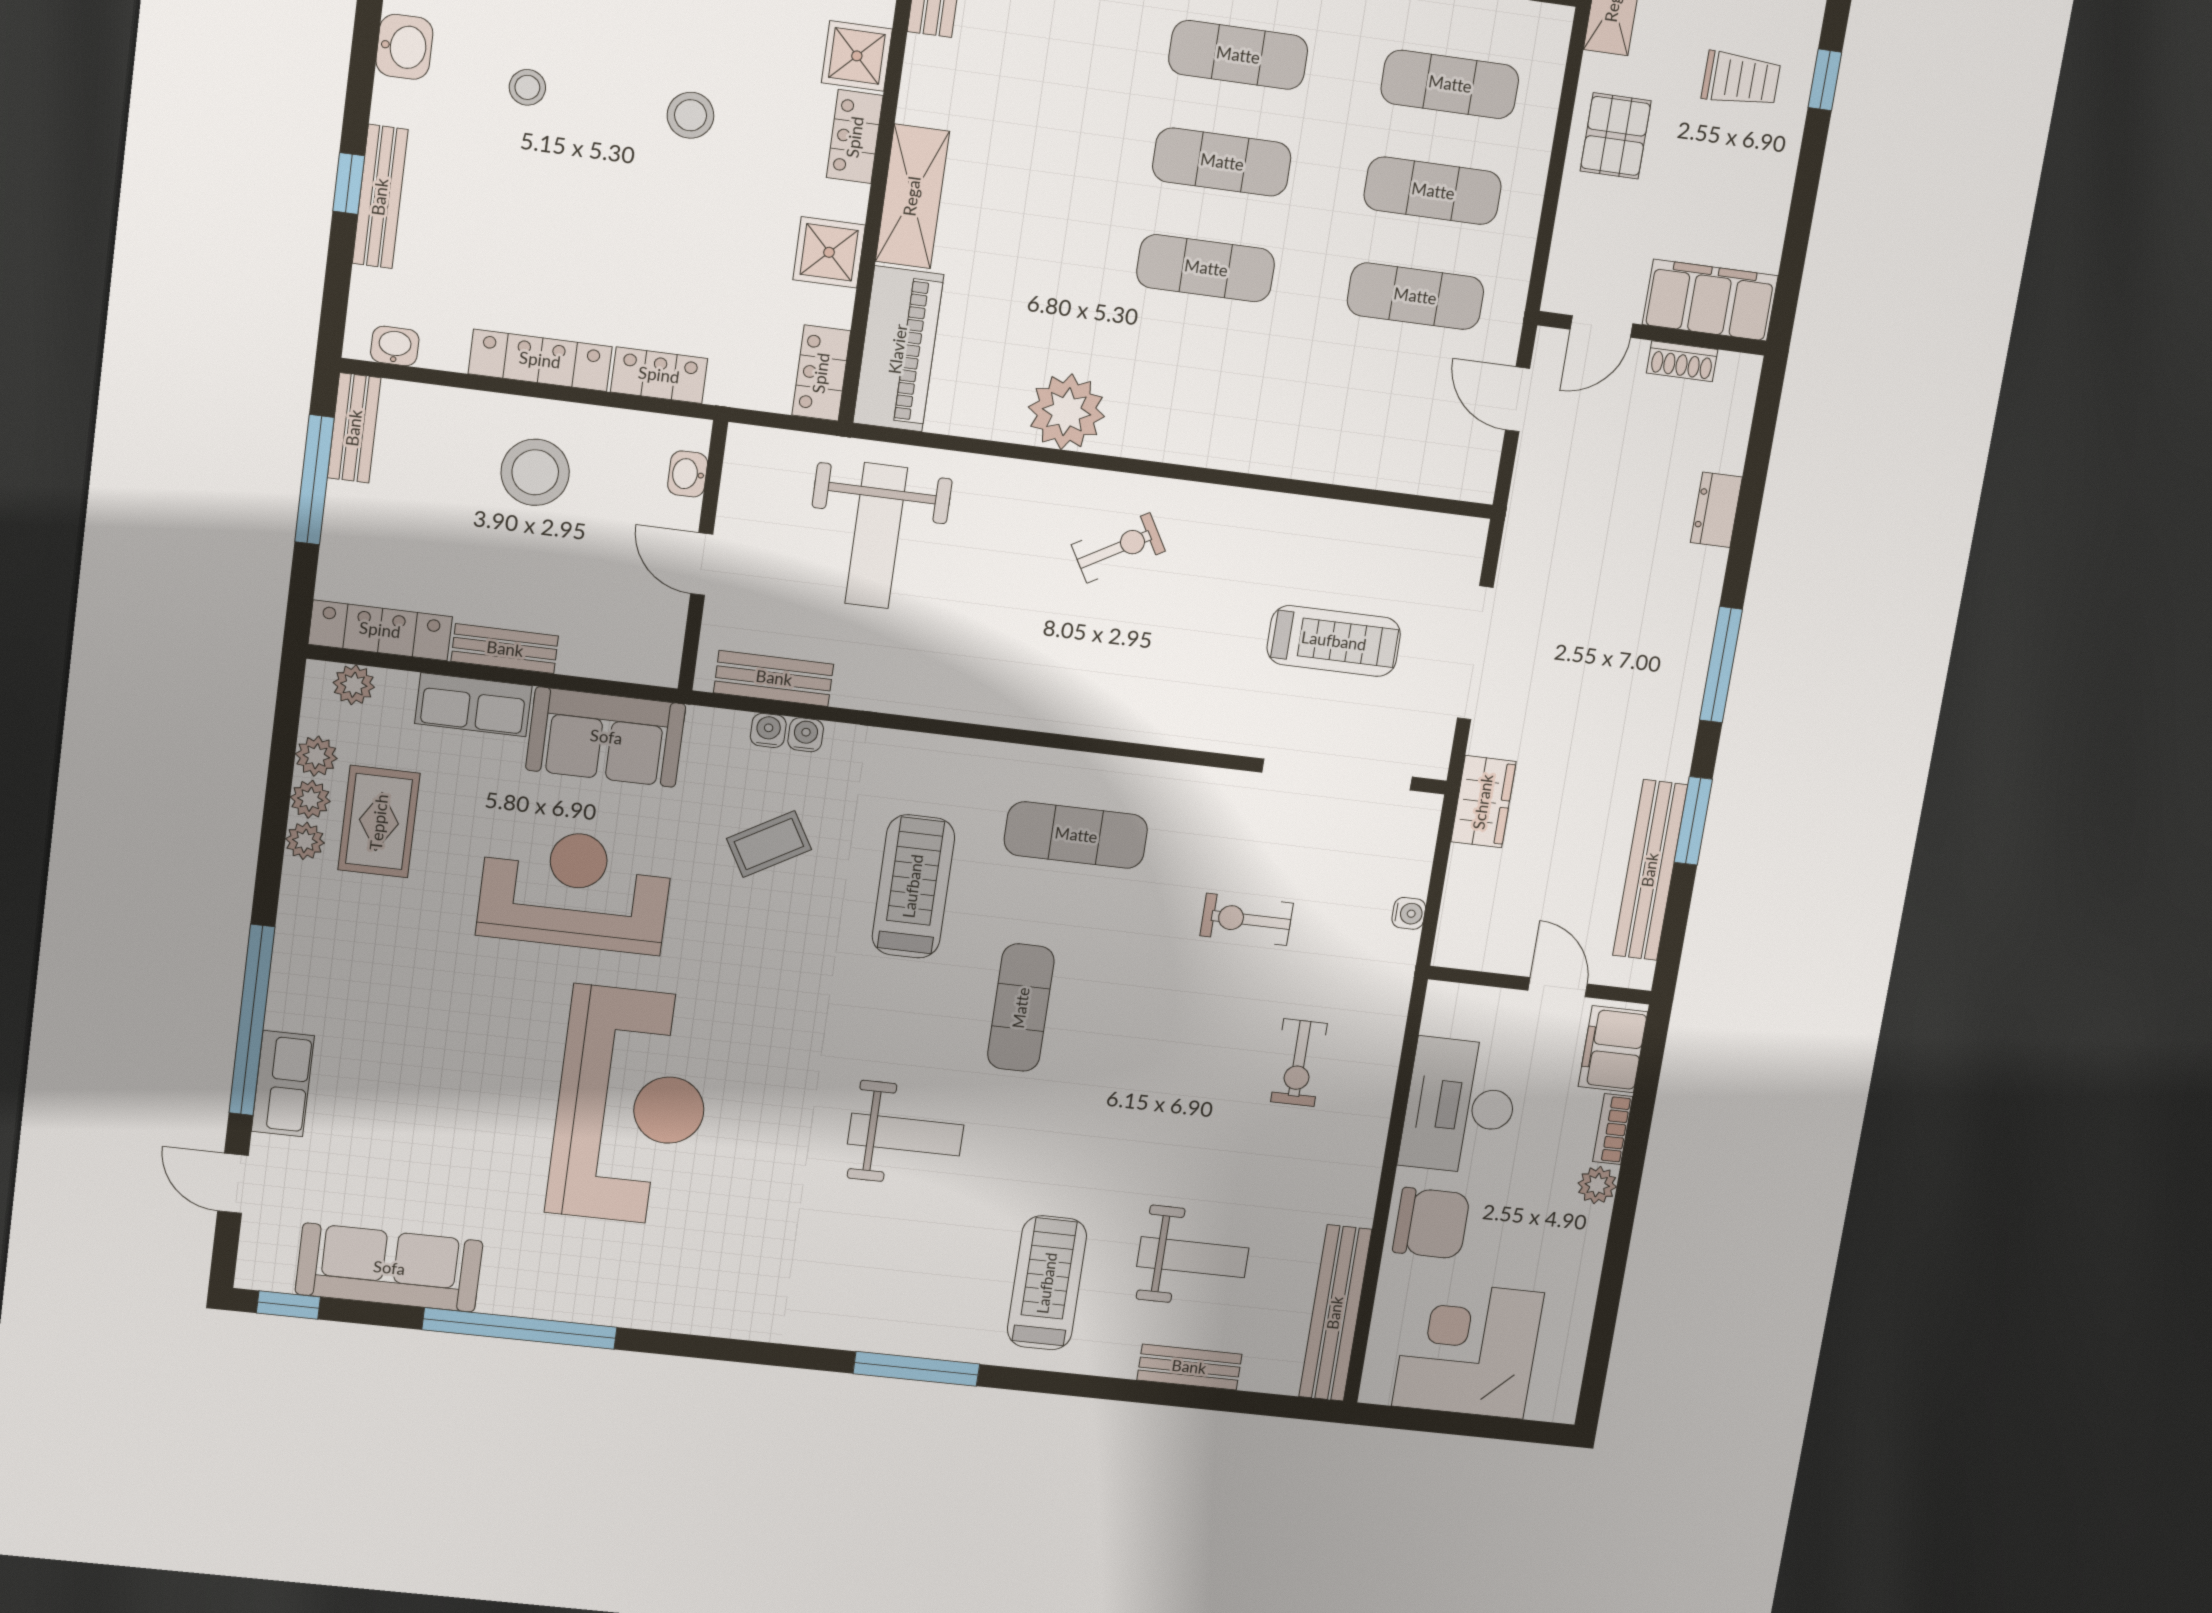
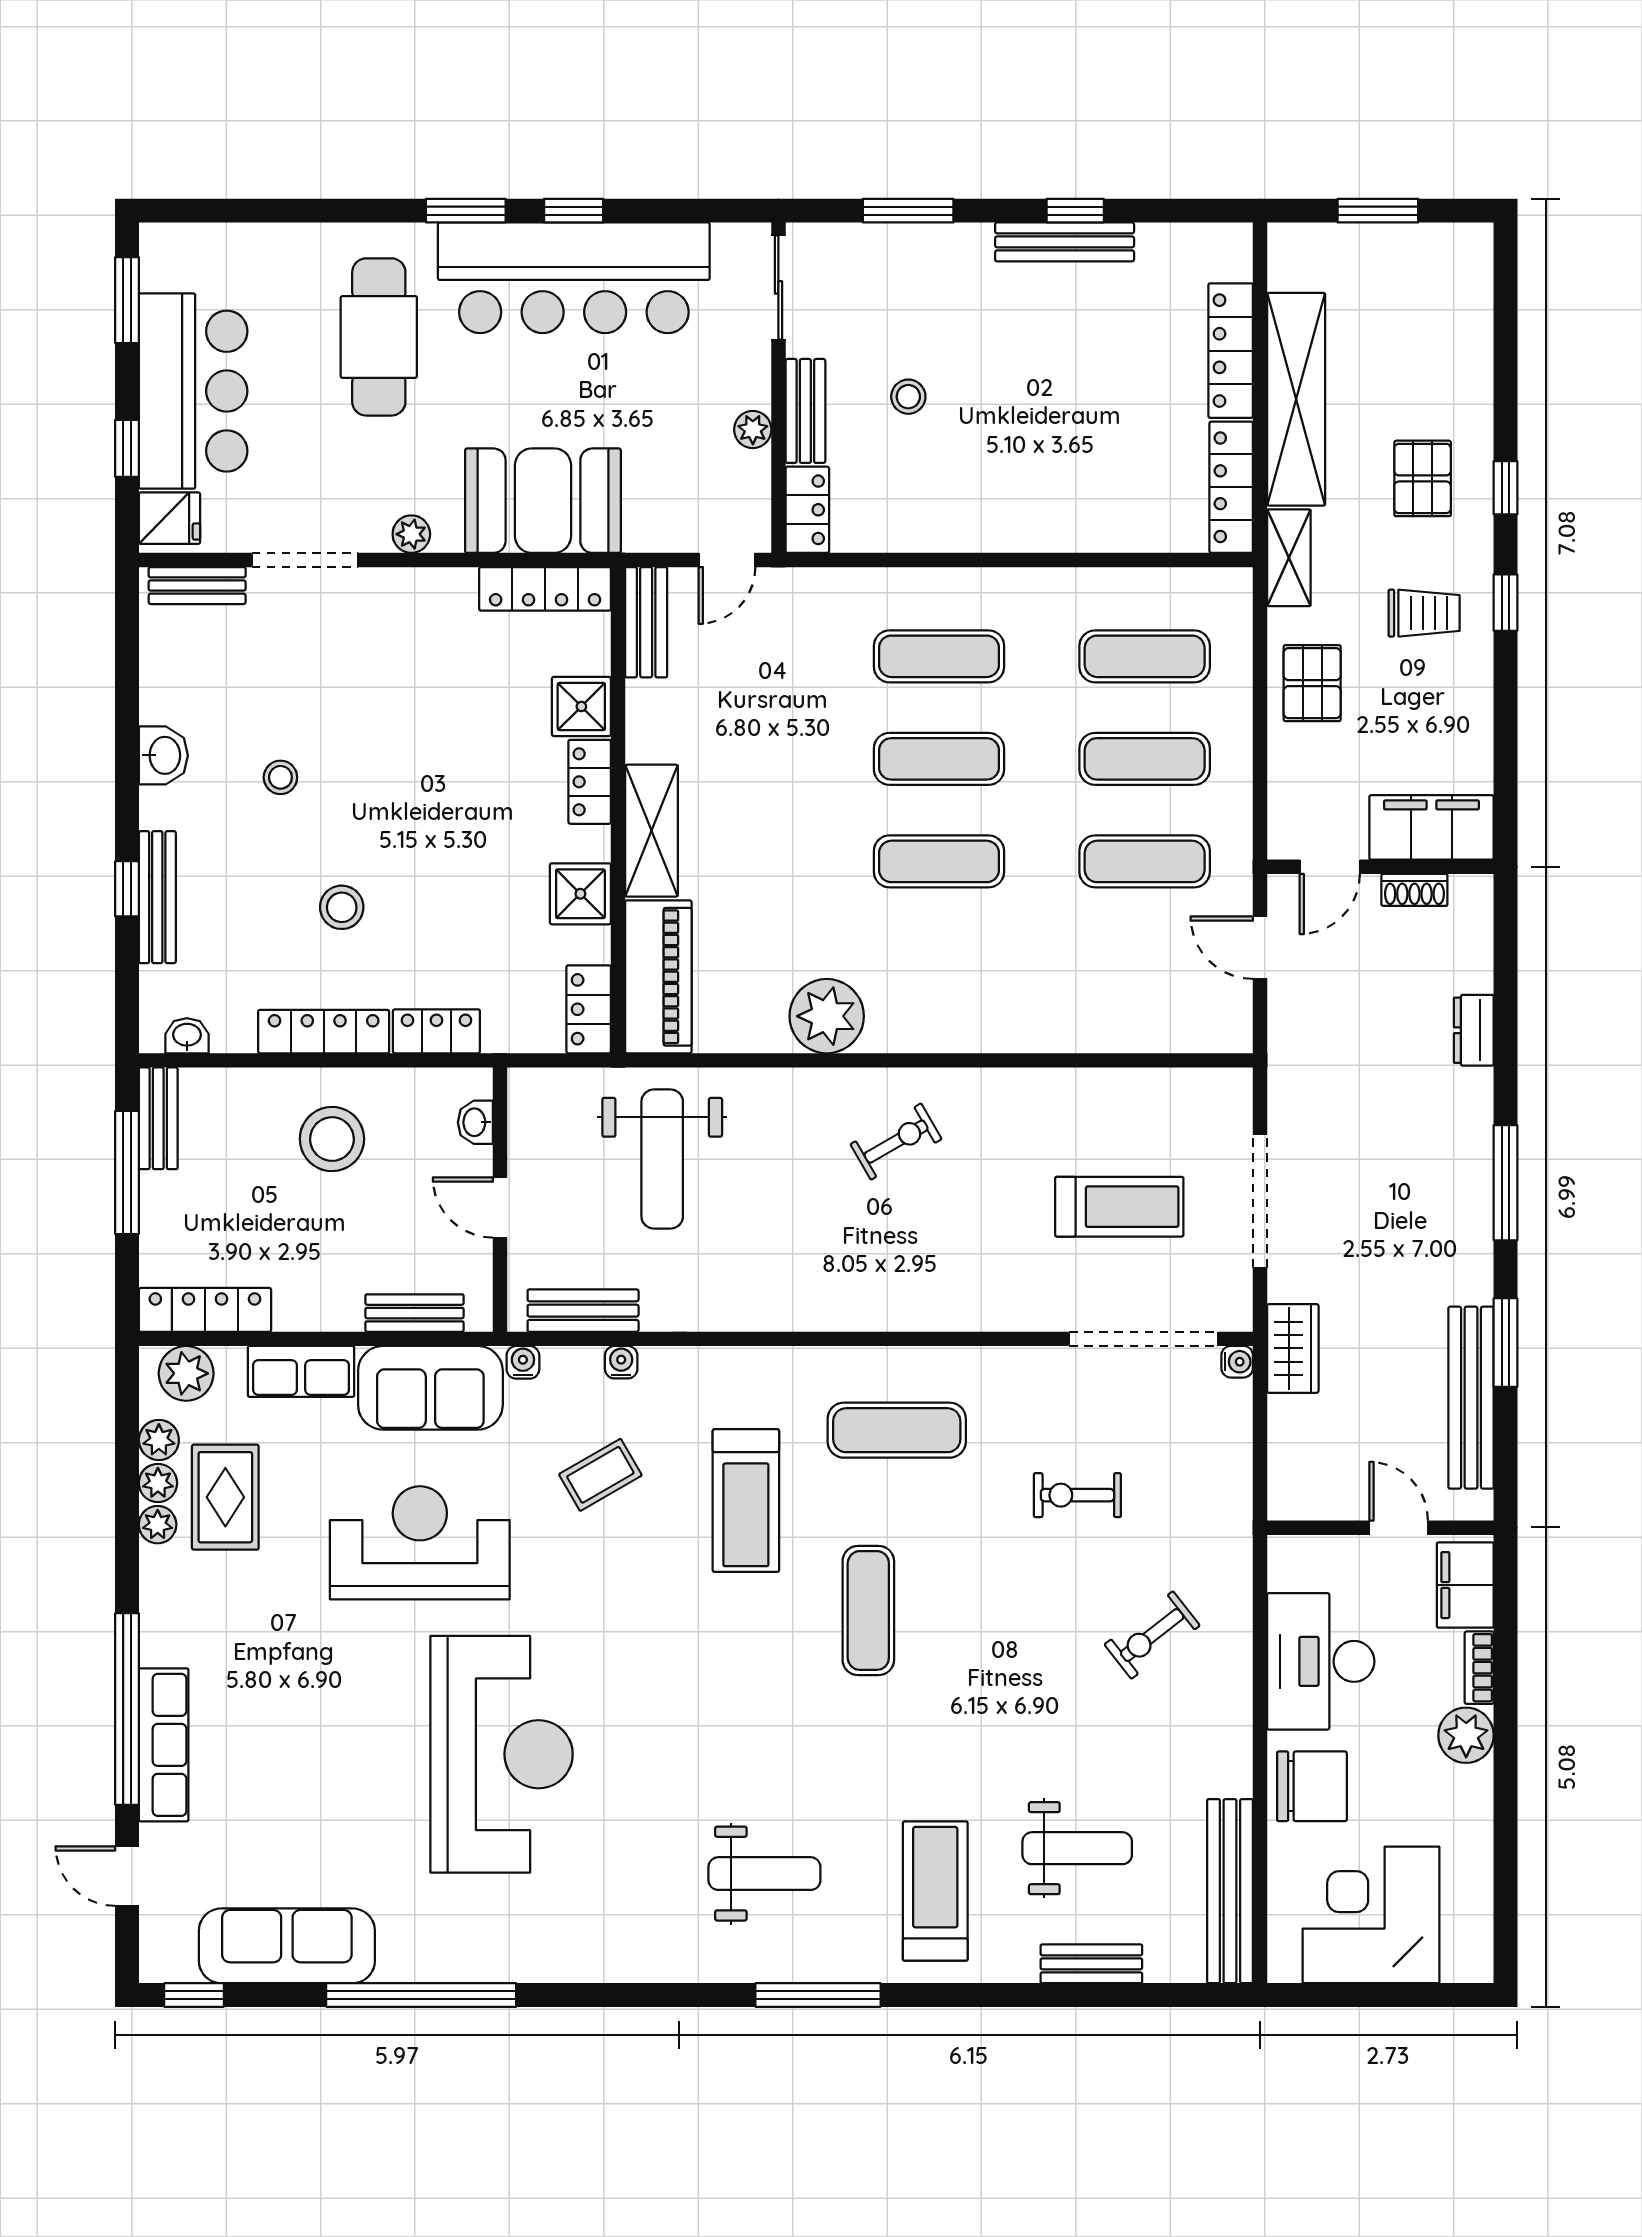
stool: (690, 115) -> (342, 907), moved
bench: (505, 649) -> (415, 1313), moved
plant: (354, 685) -> (186, 1373), width x1.38, depth x1.38
water cooler: (768, 730) -> (523, 1362), moved
treadmill: (913, 886) -> (746, 1501), turned 180
water cooler: (1409, 913) -> (1237, 1362), moved
exercise bike: (1299, 1063) -> (1152, 1635), turned 52
row of seats: (283, 1084) -> (164, 1745), width x1.48
weight bench: (906, 1135) -> (764, 1874), moved
plant: (1597, 1185) -> (1466, 1735), width x1.38, depth x1.38

